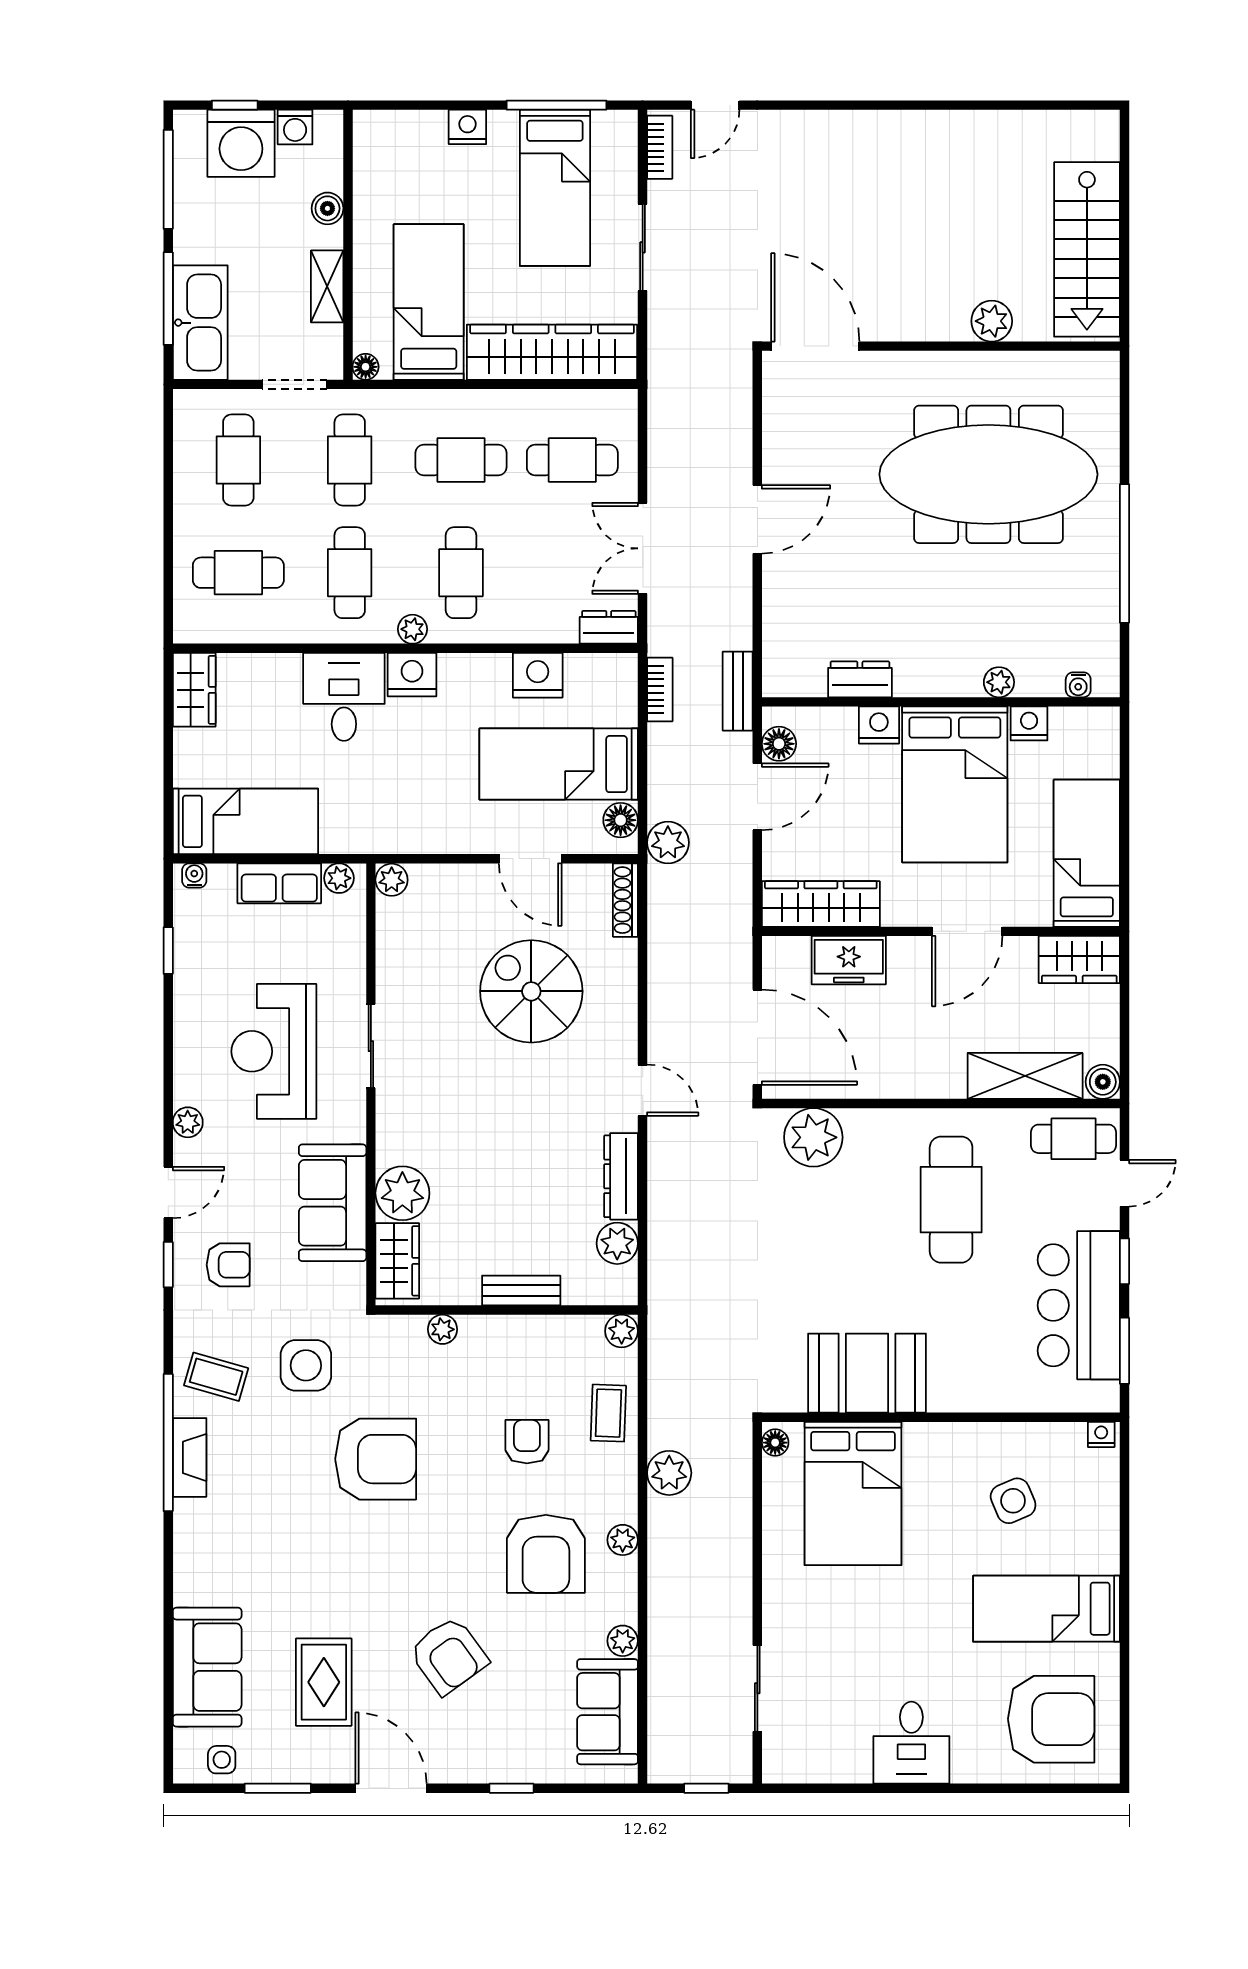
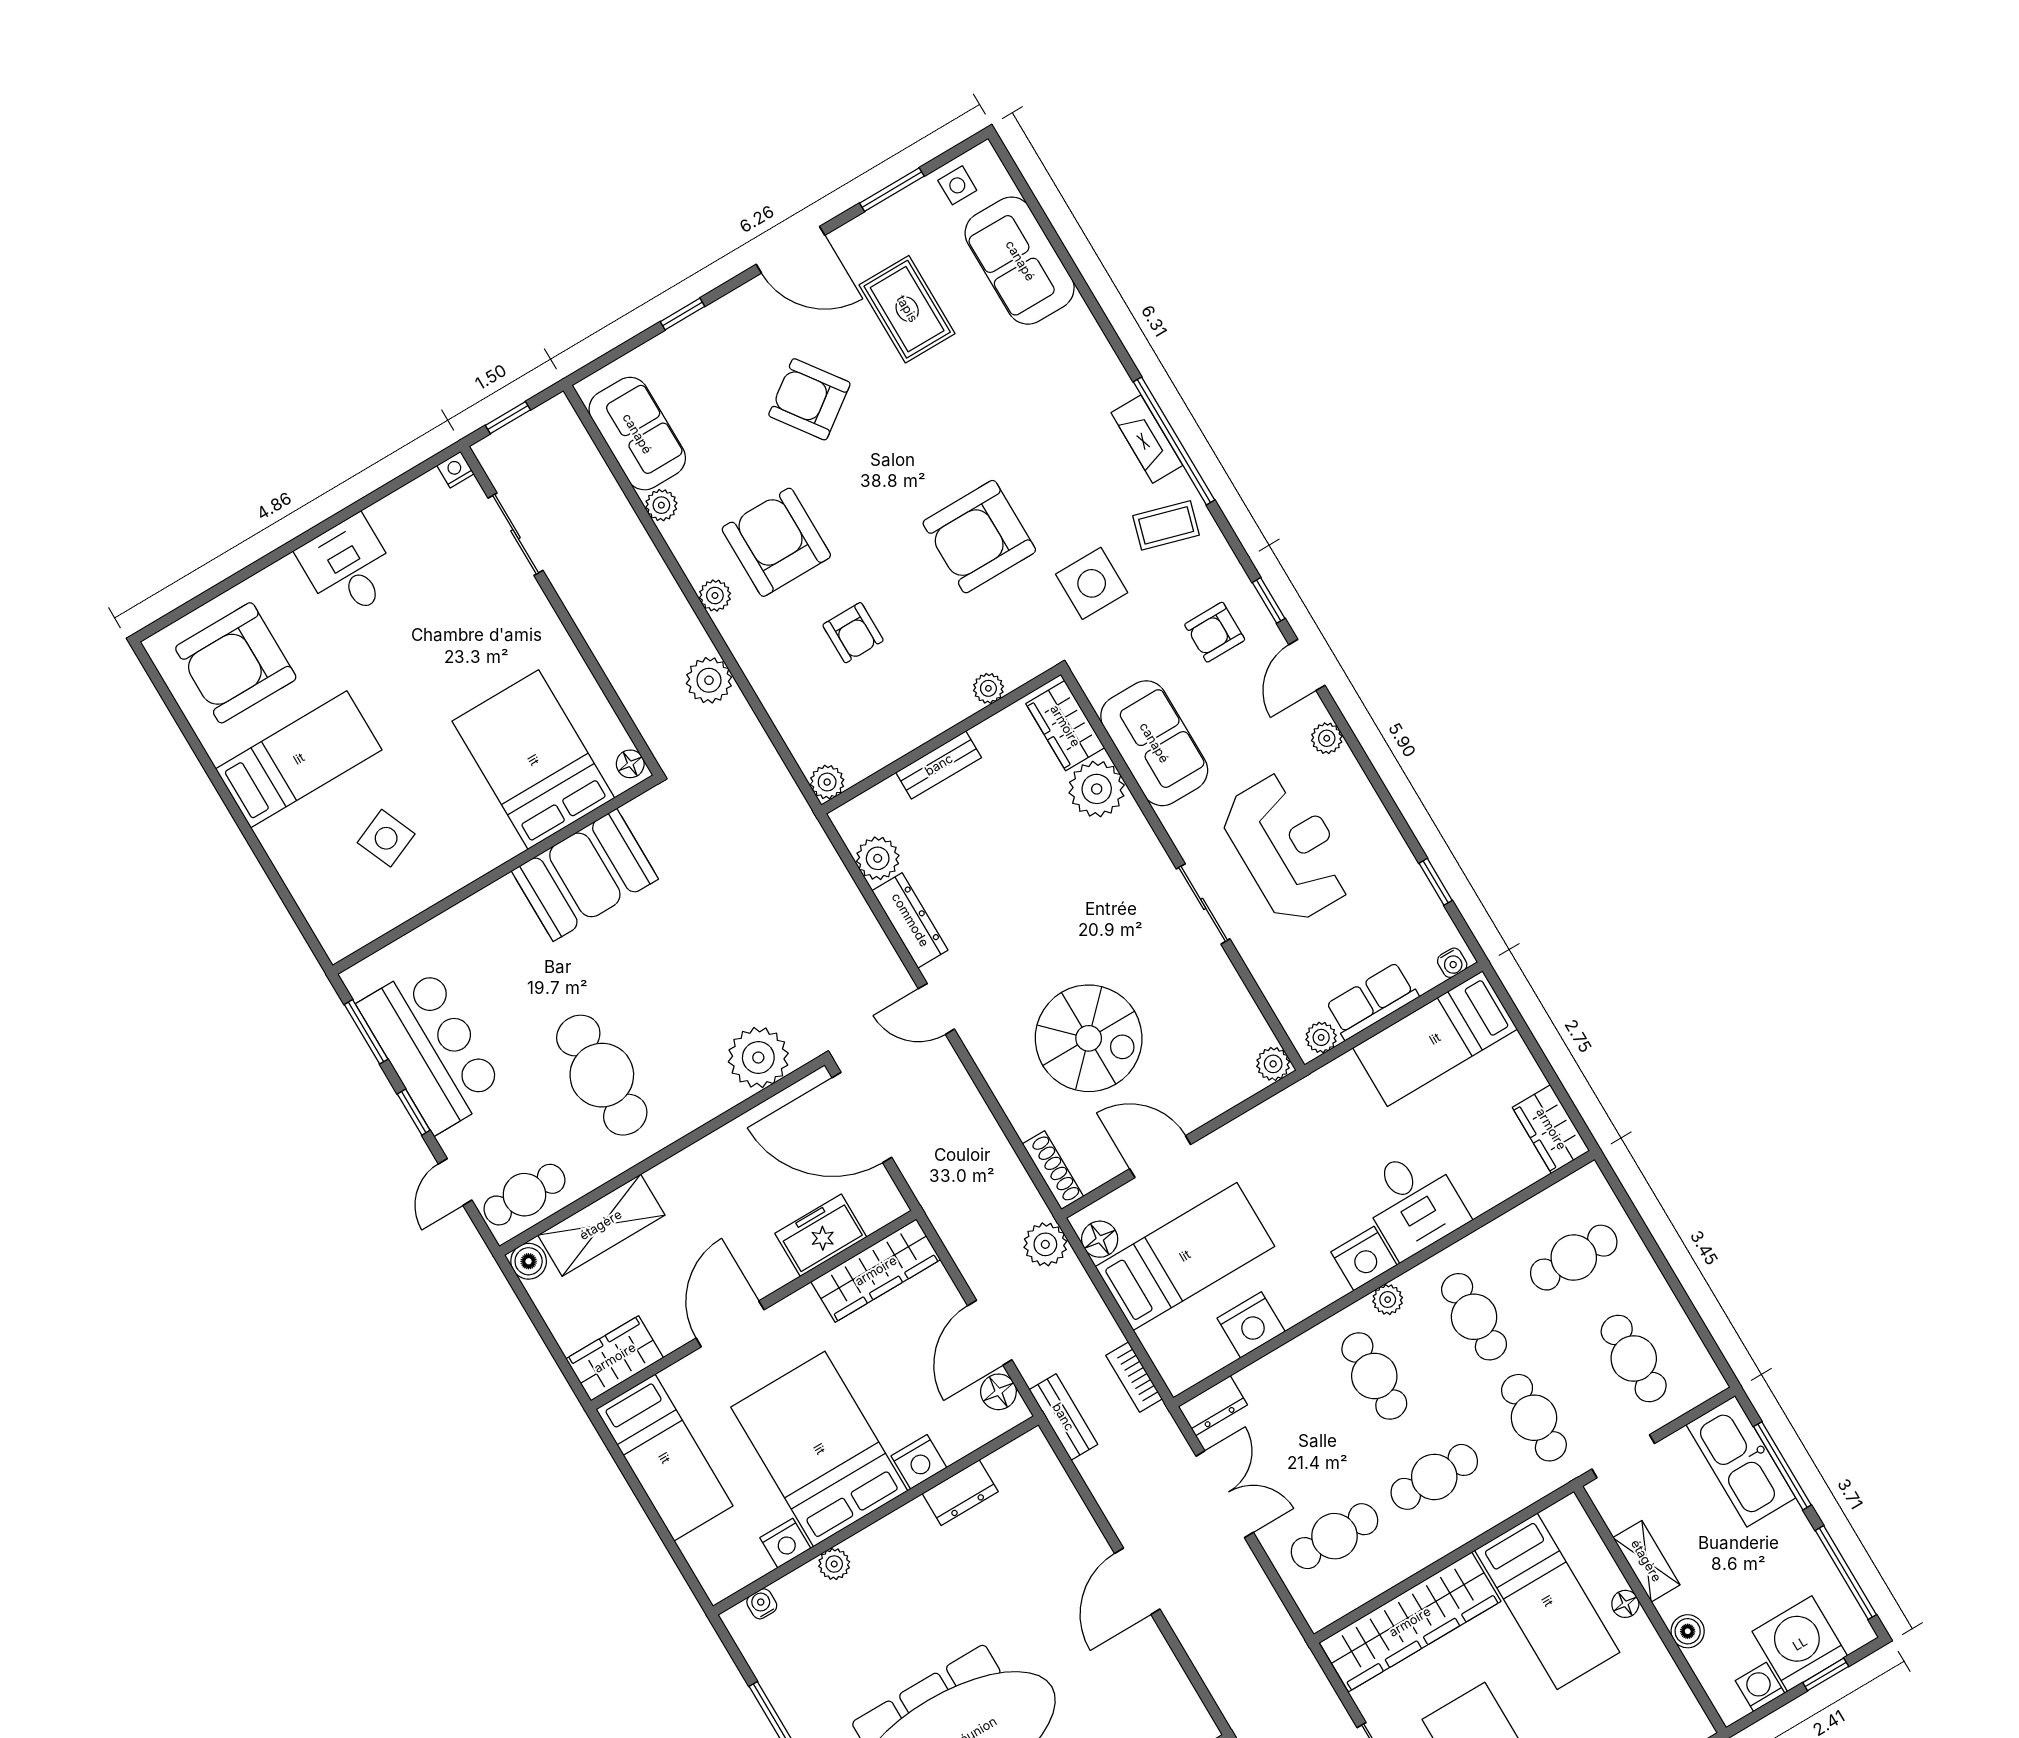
floor lamp: (366, 367) -> (1625, 1604), moved
coffee table: (608, 1413) -> (795, 702), removed
nightstand: (1101, 1434) -> (455, 470), moved, turned 180

